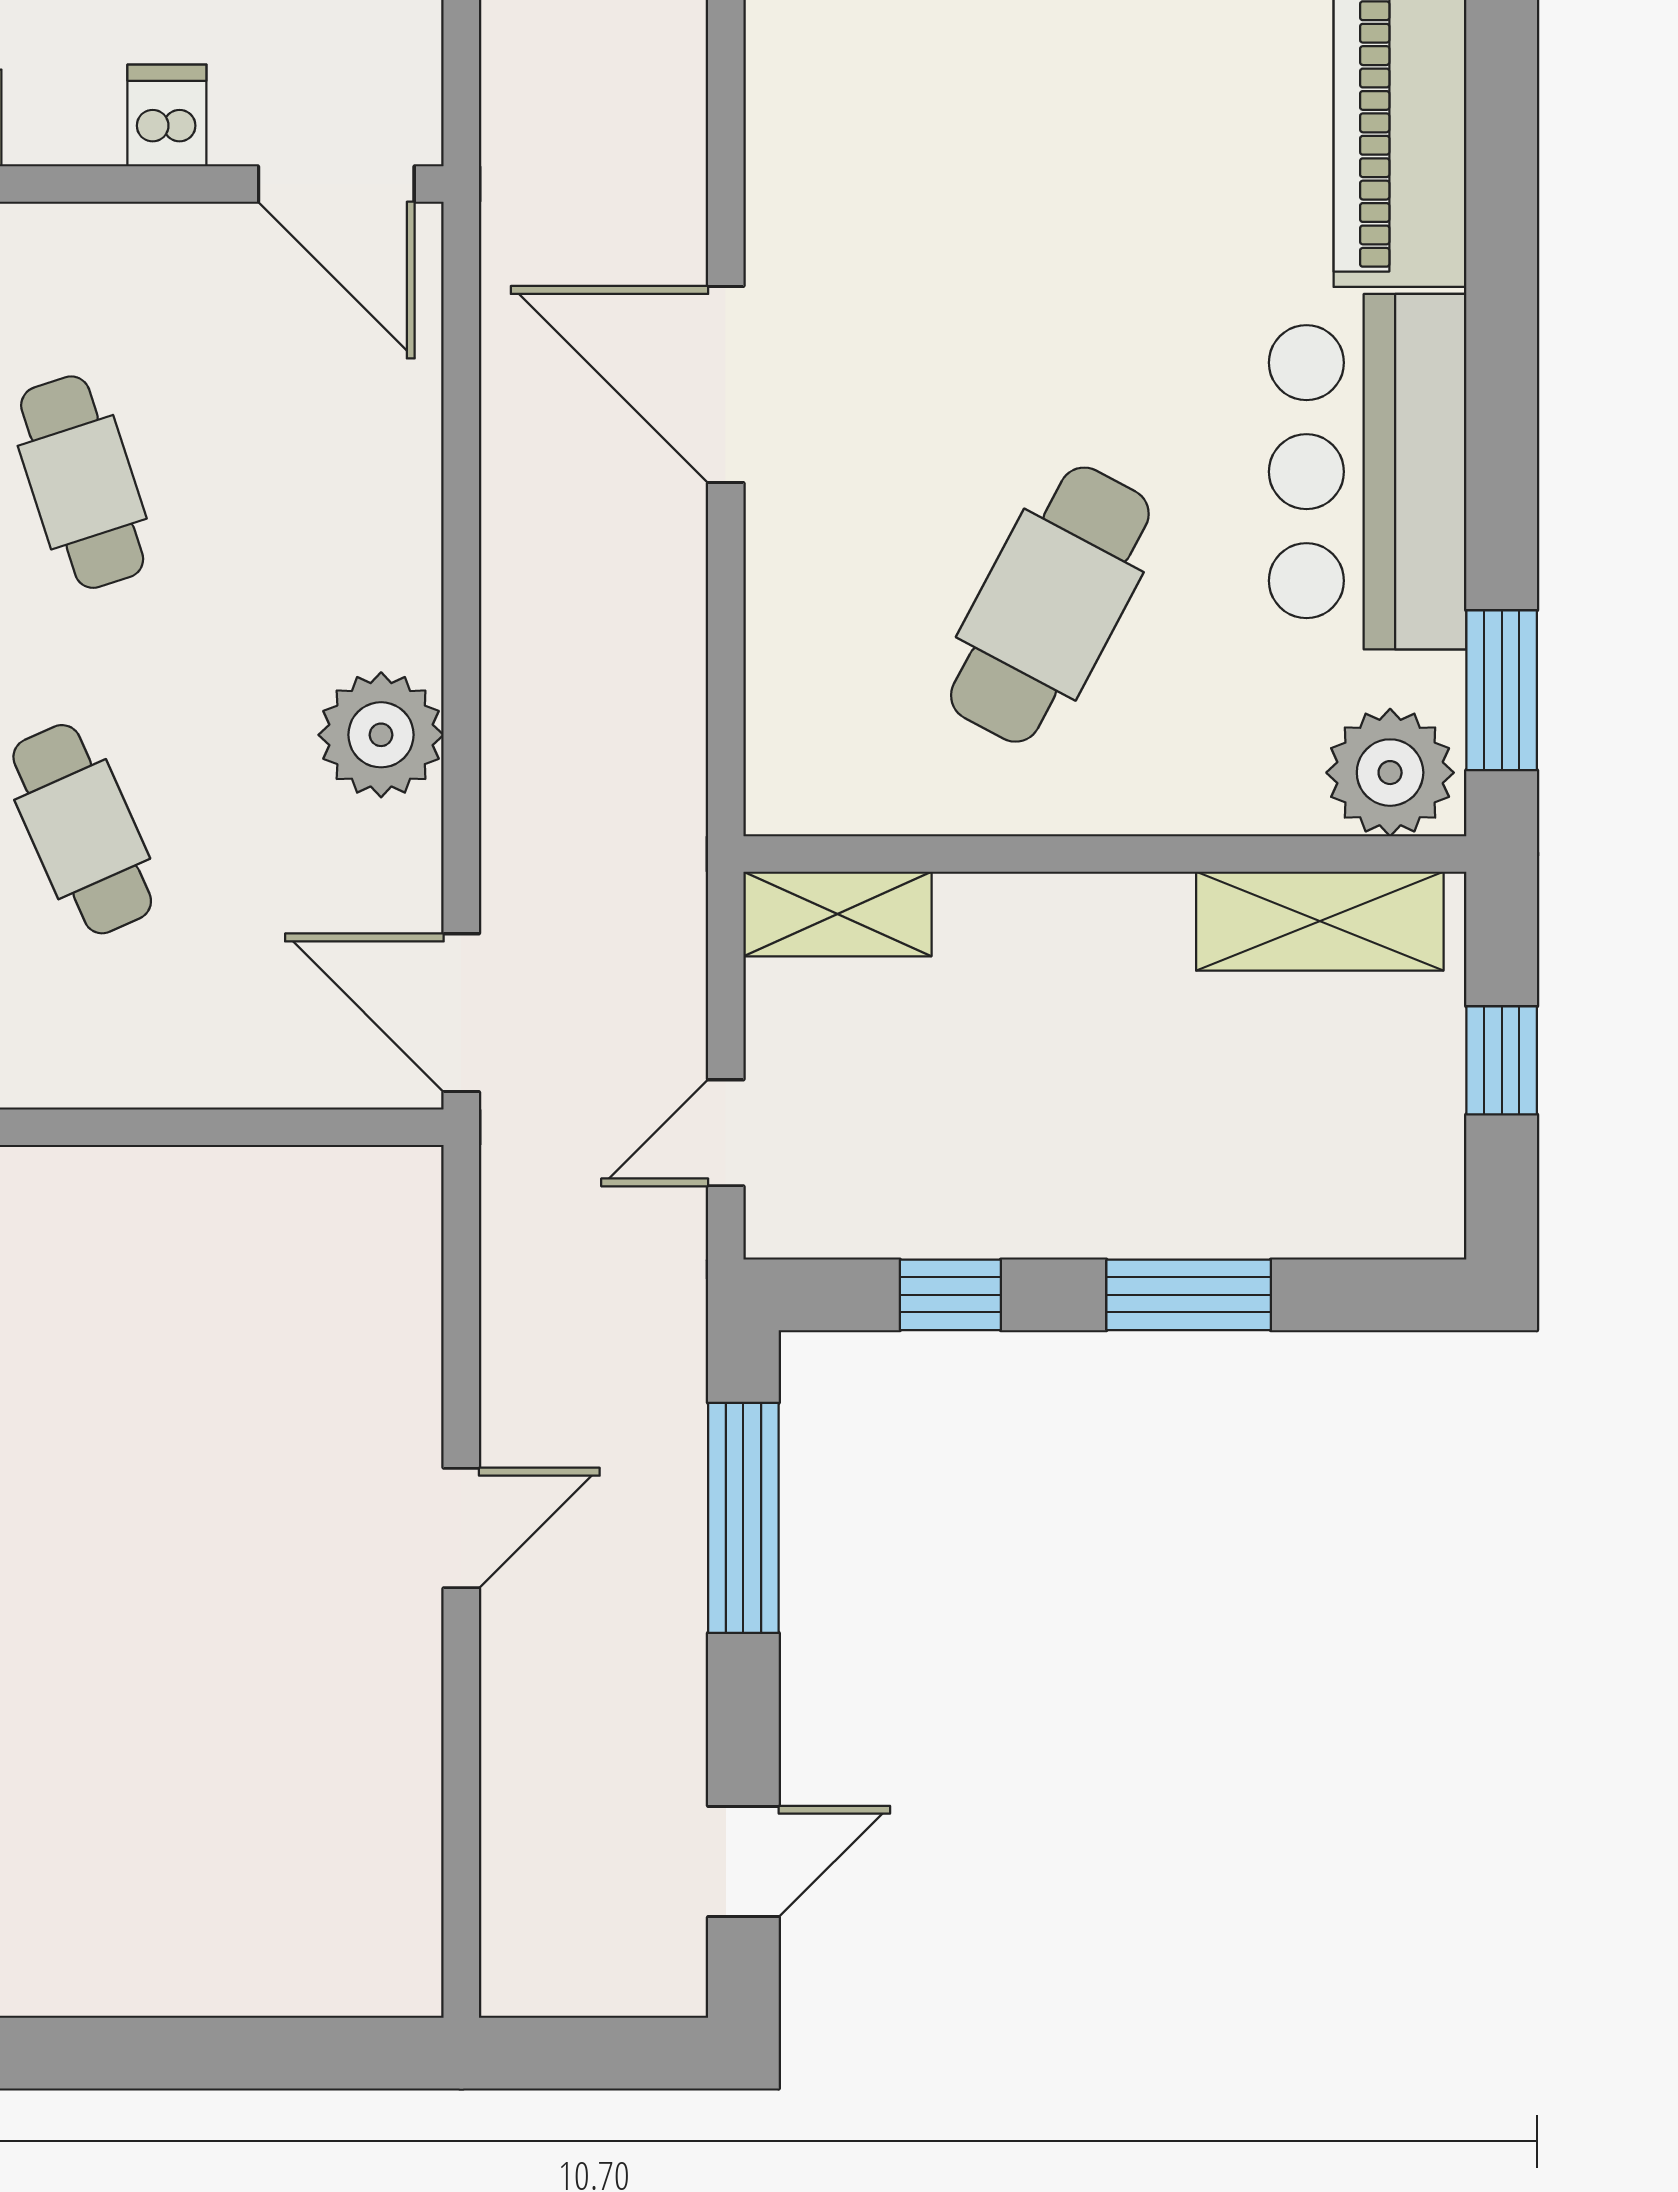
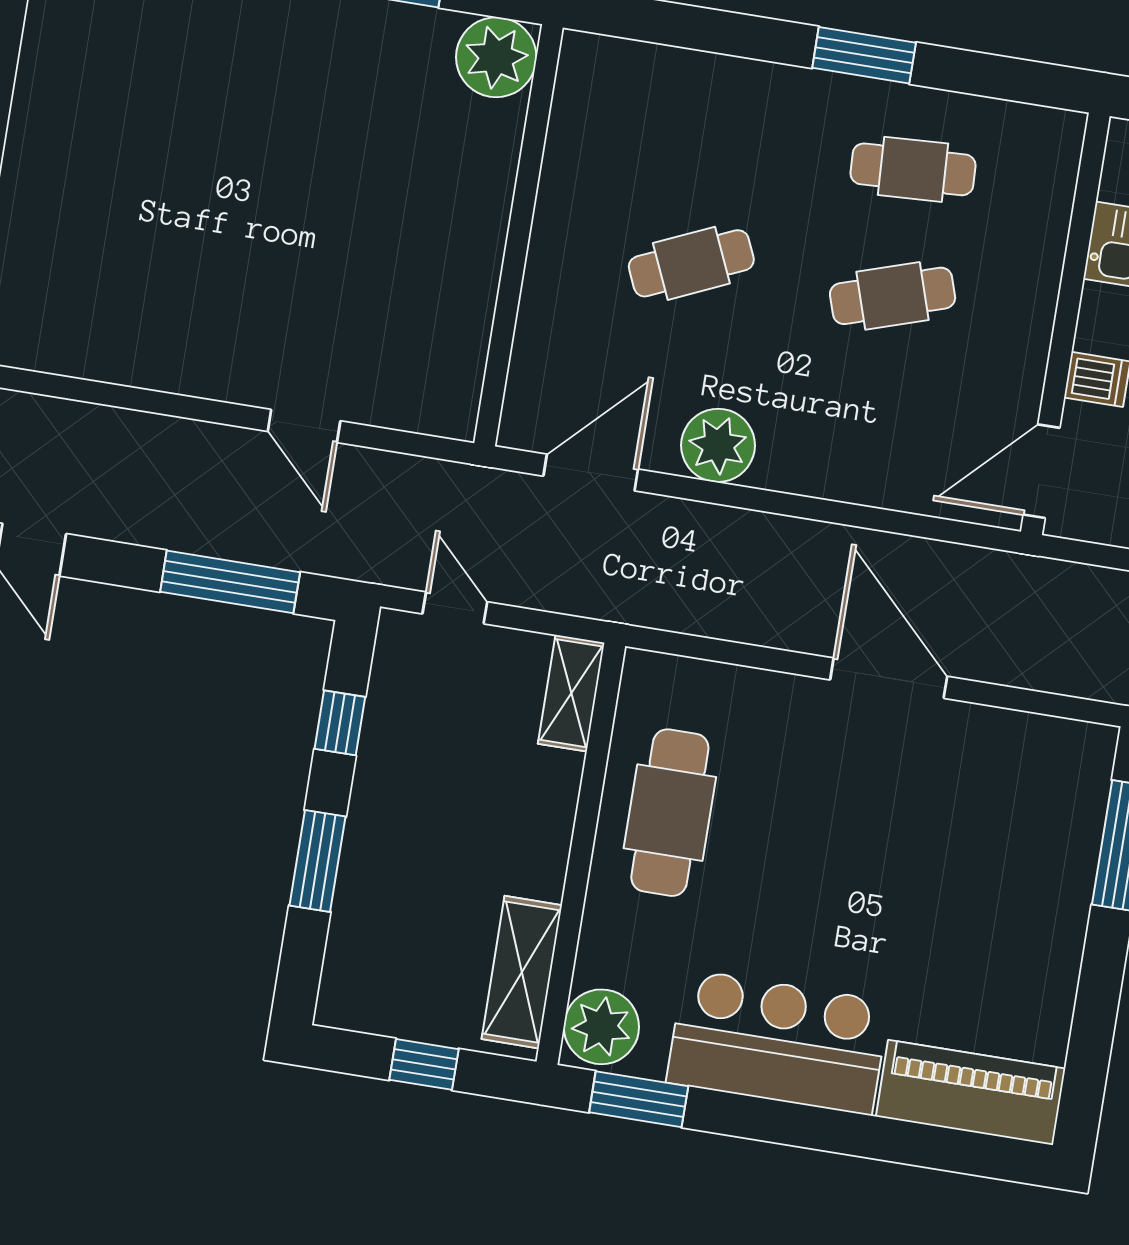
door: (726, 385) -> (889, 678), hinge flipped
cafe table: (1050, 605) -> (670, 813), moved, turned 62
door: (461, 1013) -> (591, 473), moved
door: (461, 1528) -> (304, 426), moved

